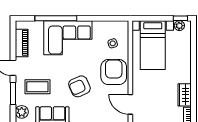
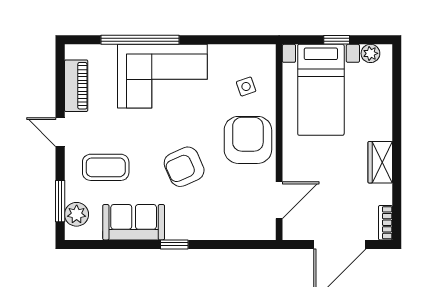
window: (180, 18) -> (337, 40), moved
window: (13, 94) -> (60, 201), moved
wardrobe: (185, 95) -> (380, 162), moved
door: (130, 104) -> (279, 200), swing flipped

